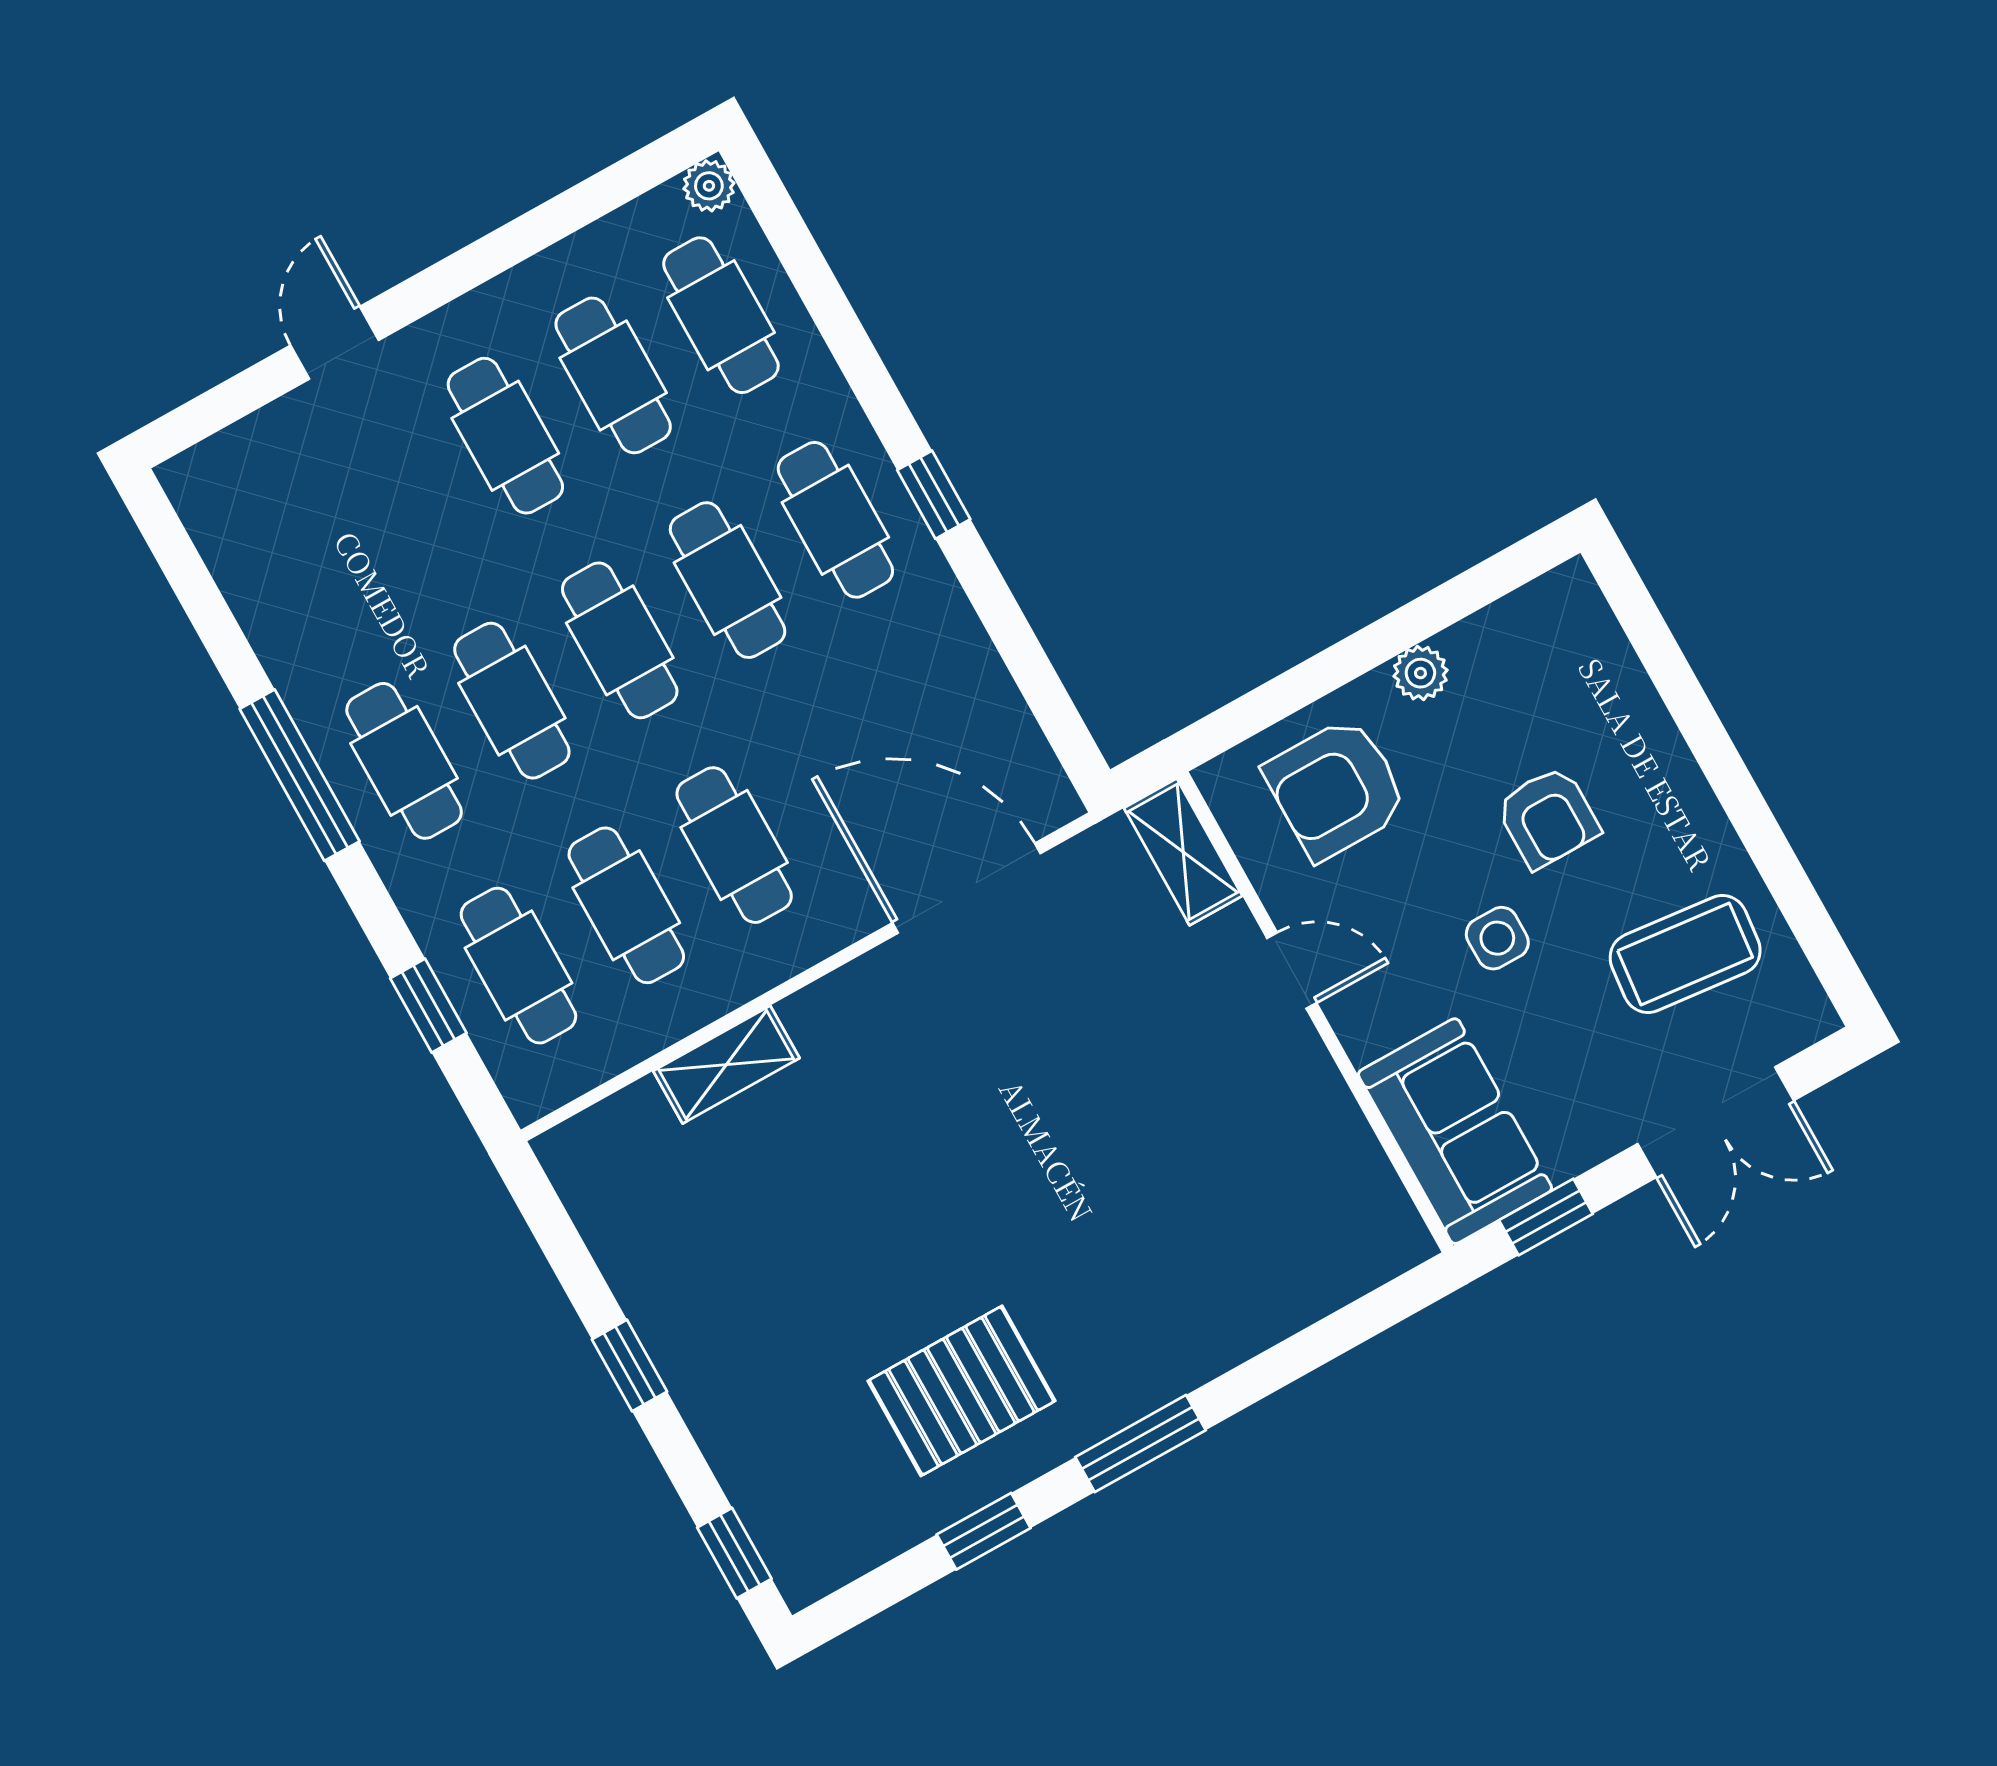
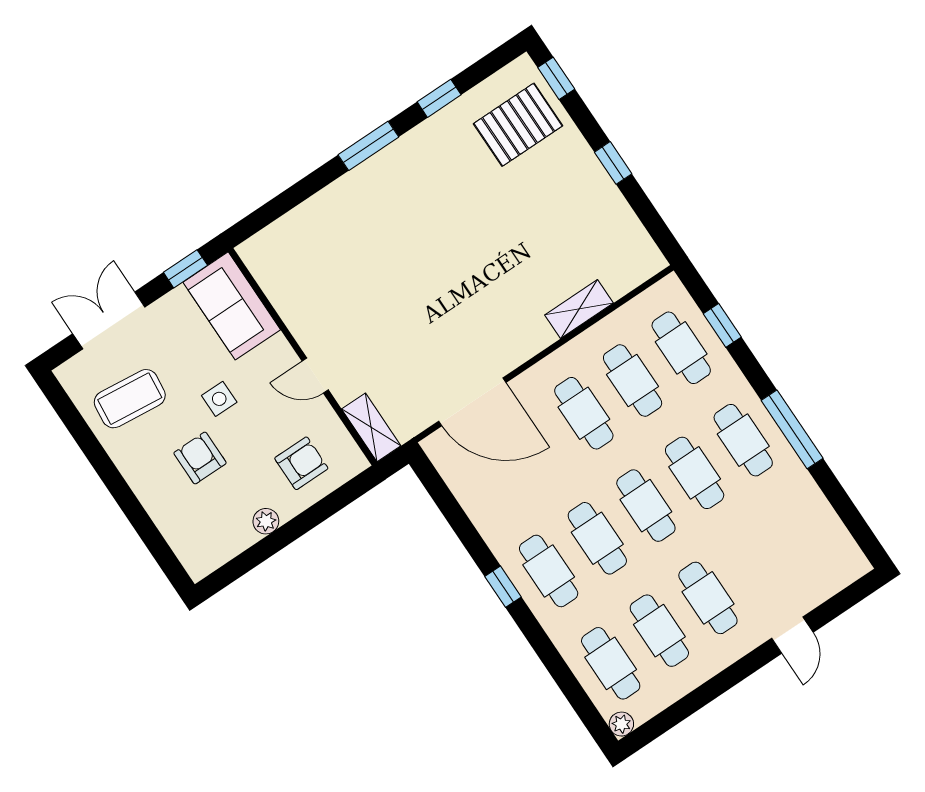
armchair: (1336, 789) -> (301, 463), width x0.72, depth x0.72
pallet: (962, 1391) -> (518, 125), moved

